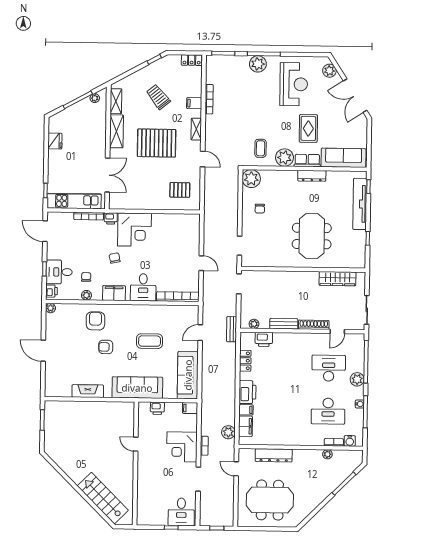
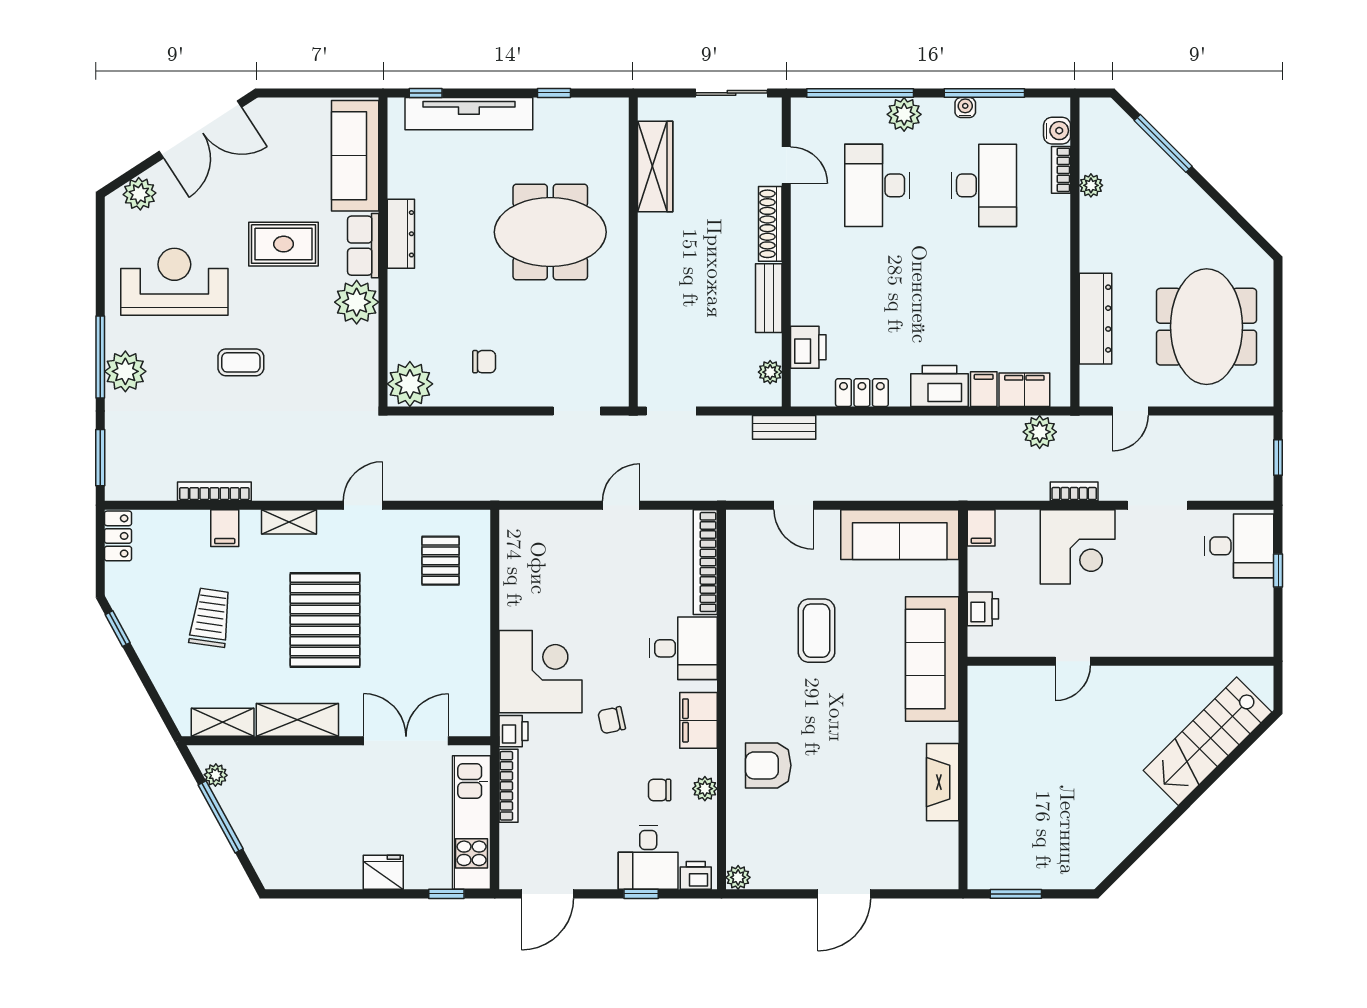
trolley: (158, 97) -> (210, 618), turned 137
fridge: (55, 141) -> (383, 872), moved
coffee table: (260, 148) -> (241, 362), moved
armchair: (106, 347) -> (832, 739), removed

